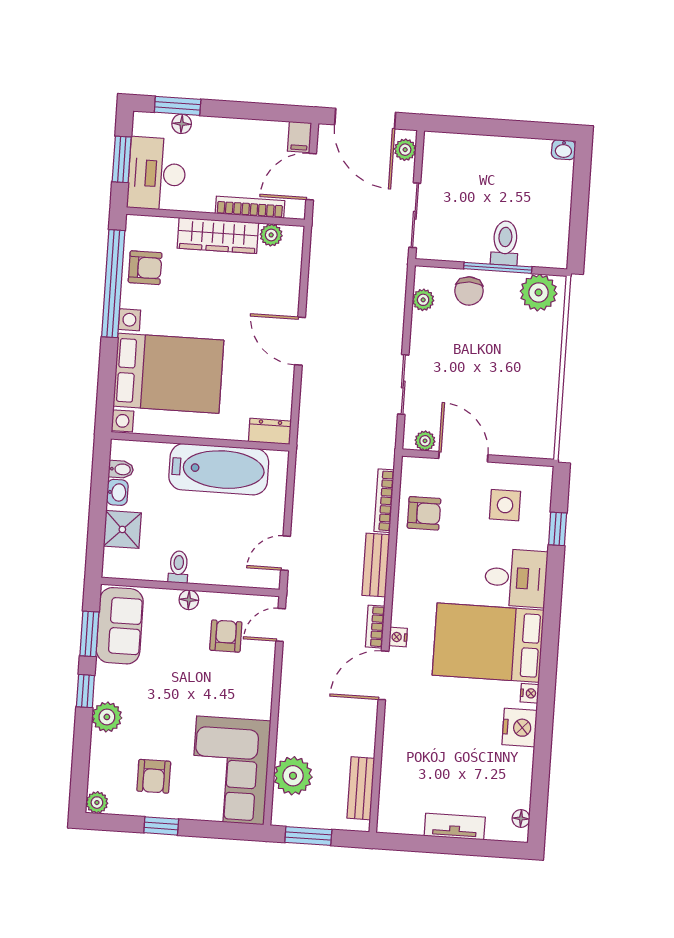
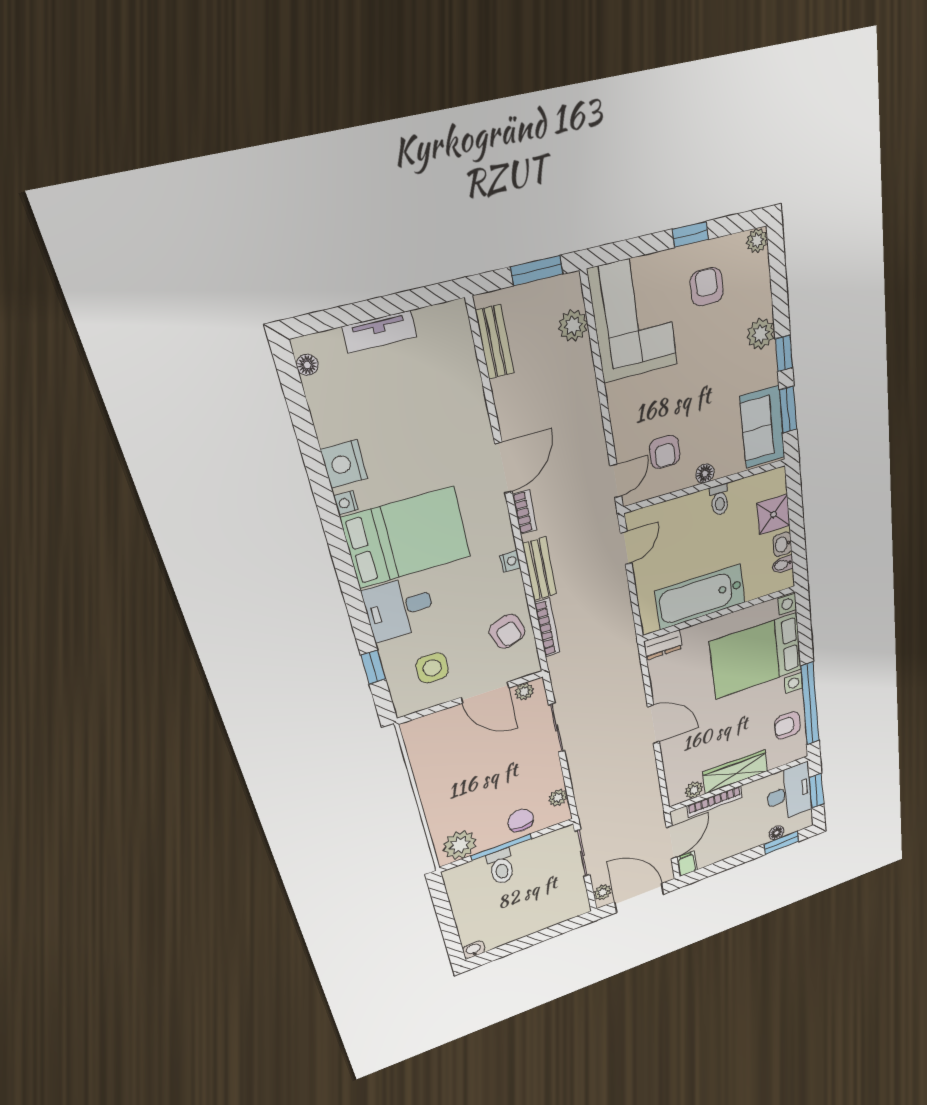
armchair: (424, 513) -> (507, 631), turned -108
nightstand: (398, 637) -> (510, 561), moved
plant: (293, 776) -> (573, 326), width x0.73, depth x0.73

